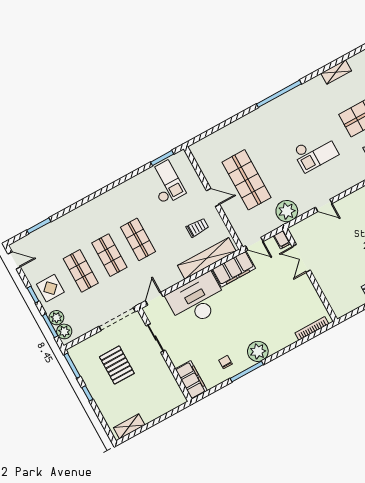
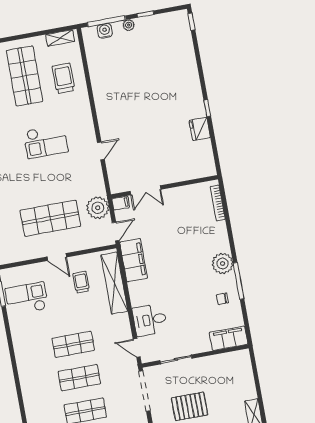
checkout: (316, 152) -> (46, 141), turned 90
door: (213, 198) -> (57, 257), swing flipped
plant: (287, 211) -> (98, 208), moved
desk: (197, 300) -> (150, 320), width x0.53, depth x0.77

